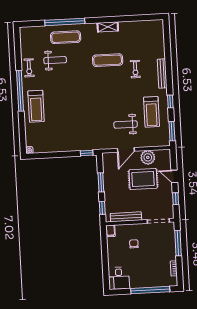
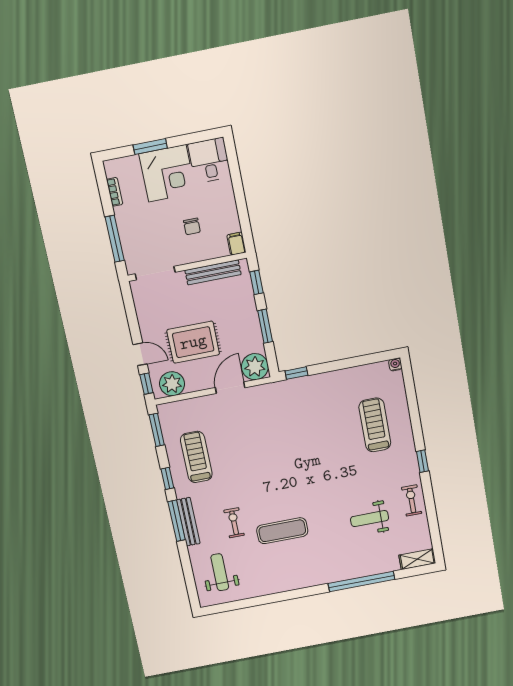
shelving: (108, 27) -> (417, 559), moved
exercise mat: (66, 37) -> (357, 558), removed
window: (169, 75) -> (177, 521), added
window: (20, 91) -> (422, 461), width x0.32
treadmill: (36, 106) -> (375, 425), moved
weight bench: (126, 124) -> (220, 572), moved, turned -90
plant: (148, 157) -> (172, 384), moved
plant: (110, 160) -> (255, 367), added
window: (176, 199) -> (147, 384), moved
corner desk: (143, 274) -> (167, 173), added
window: (150, 290) -> (150, 147), width x0.47

